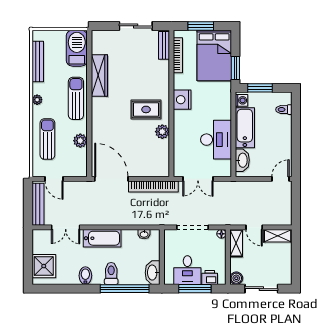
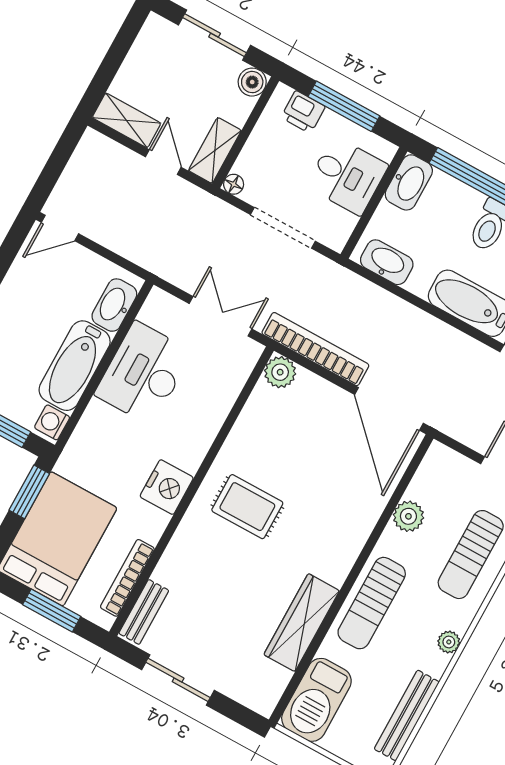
plant: (162, 132) -> (280, 372), moved
washbasin: (144, 234) -> (387, 262), width x1.91, depth x1.45
desk: (187, 270) -> (347, 176), moved, turned 90

